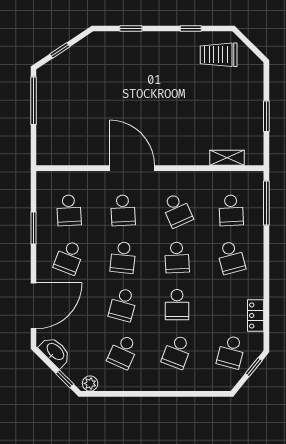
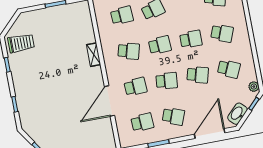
trolley: (219, 55) -> (21, 43), turned -90
shelving: (227, 158) -> (94, 55), moved
door: (132, 168) -> (110, 101), moved
school desk: (177, 210) -> (129, 51), turned 39
door: (34, 306) -> (210, 134), hinge flipped

